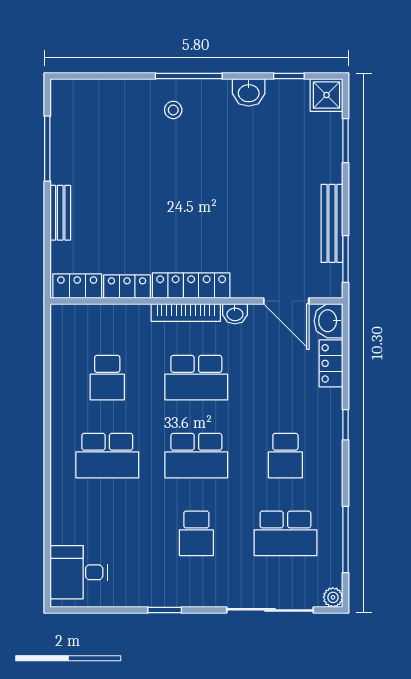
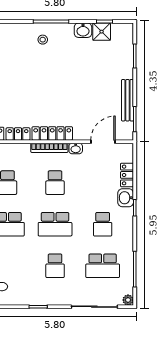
shower: (327, 95) -> (102, 32), moved
door: (286, 301) -> (103, 142), swing flipped
washbasin: (328, 321) -> (126, 198), moved
school desk: (196, 378) -> (55, 183), width x0.54

